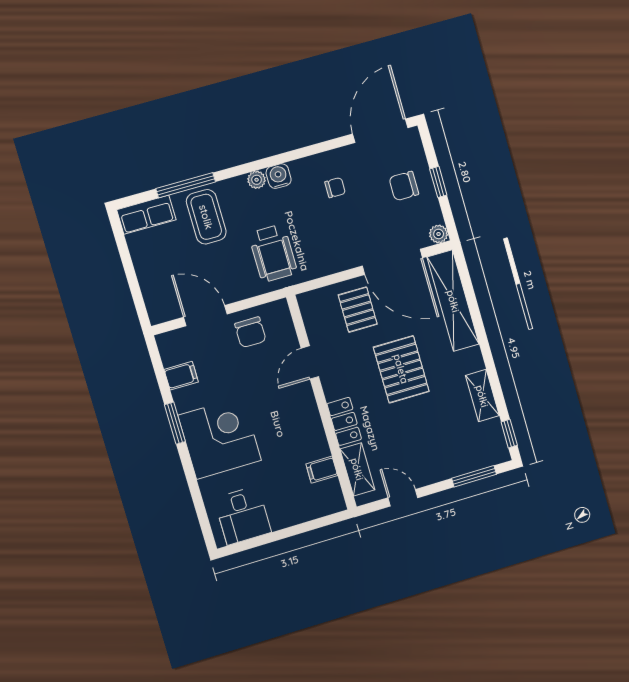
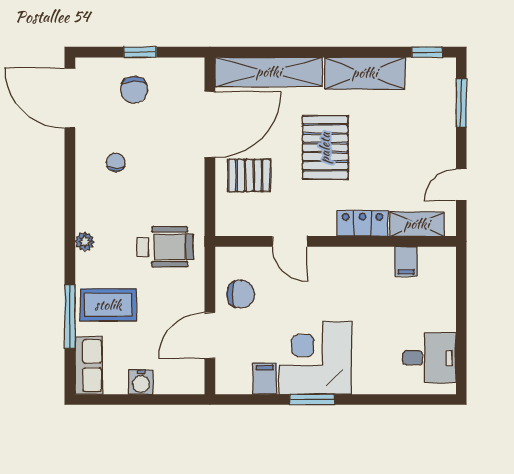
water cooler: (279, 176) -> (141, 382), moved, turned -90
plant: (439, 234) -> (195, 67), removed
pallet: (401, 369) -> (325, 148), turned 90
shelving: (482, 396) -> (365, 73), width x1.50, depth x1.33
corner desk: (220, 438) -> (315, 358), moved

